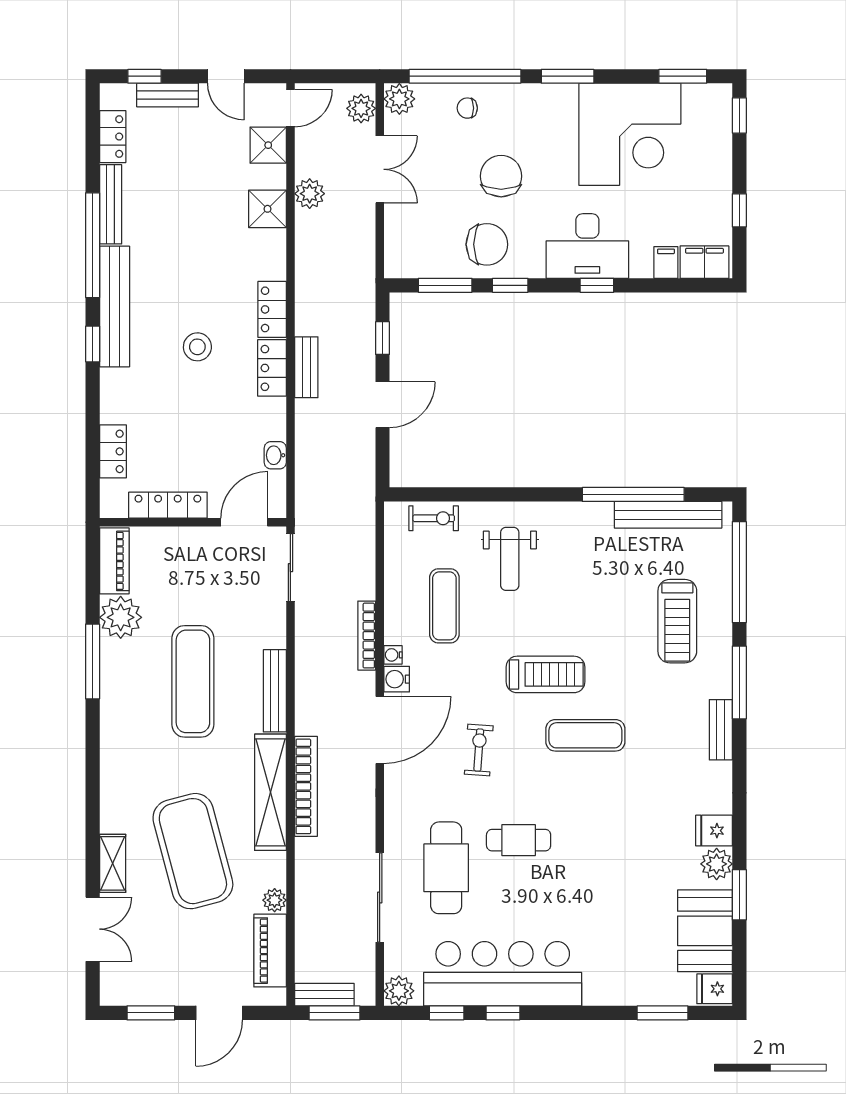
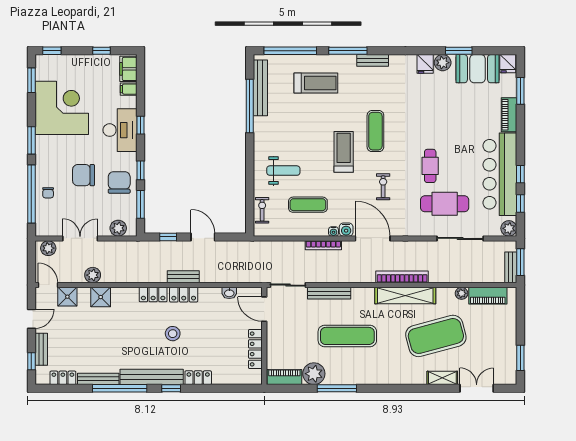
plant: (399, 99) -> (118, 228), moved
locker: (113, 451) -> (198, 378), moved
bench: (275, 691) -> (329, 293), moved
exercise bike: (479, 750) -> (383, 187), turned 86
piano: (617, 991) -> (509, 115), added
door: (219, 1013) -> (520, 322), removed

